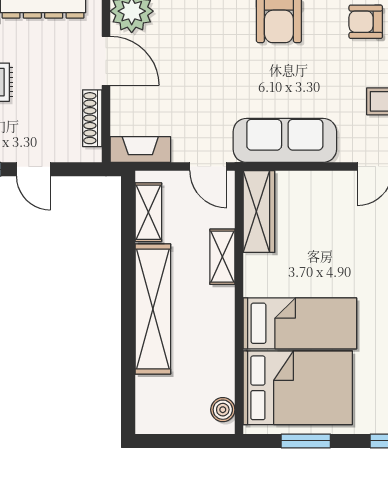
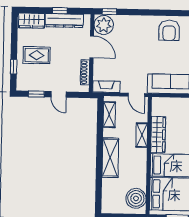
wardrobe: (259, 212) -> (158, 135), moved
shelving: (153, 309) -> (110, 158), width x0.68
boiler: (223, 410) -> (136, 198), width x1.86, depth x1.86

